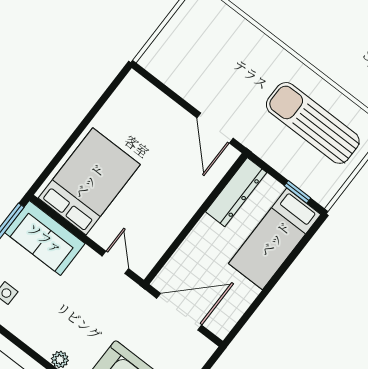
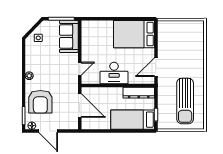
sun lounger: (313, 123) -> (185, 101), turned 180
bed: (89, 181) -> (134, 34), moved, turned 180
desk: (169, 209) -> (114, 73), added

